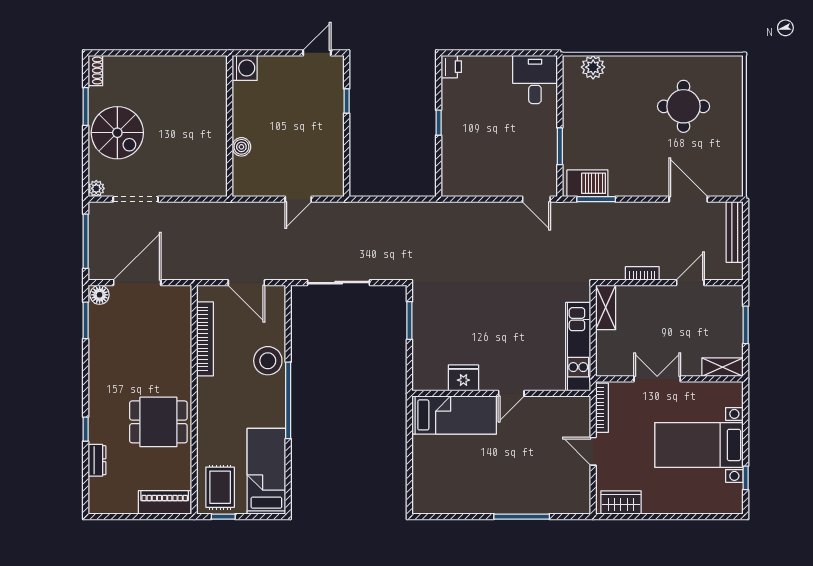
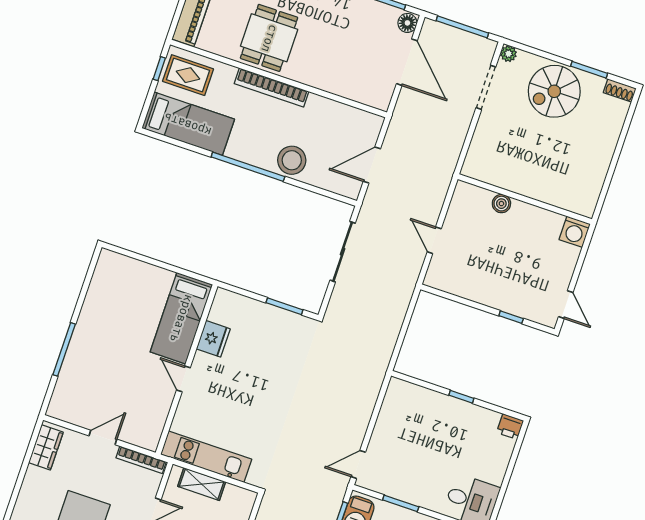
shelving: (606, 307) -> (202, 484), moved
bookcase: (205, 339) -> (271, 88), moved

